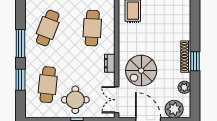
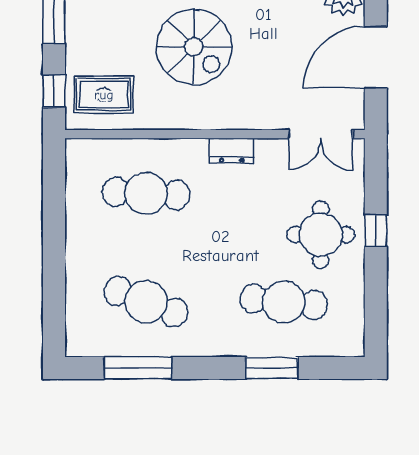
window: (20, 43) -> (138, 368), moved
spiral stairs: (141, 71) -> (194, 47), moved

